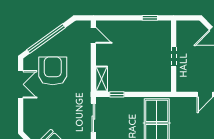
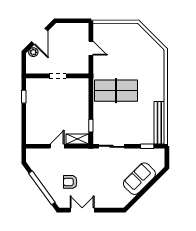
plant: (201, 29) -> (33, 52), added
door: (93, 35) -> (57, 146), moved
armchair: (53, 71) -> (70, 182), width x0.53, depth x0.53

